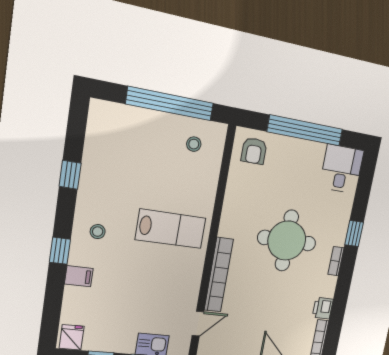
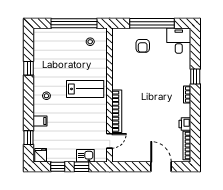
armchair: (254, 151) -> (143, 46), moved
round table: (287, 241) -> (154, 86), removed
window: (60, 251) -> (29, 138), moved

